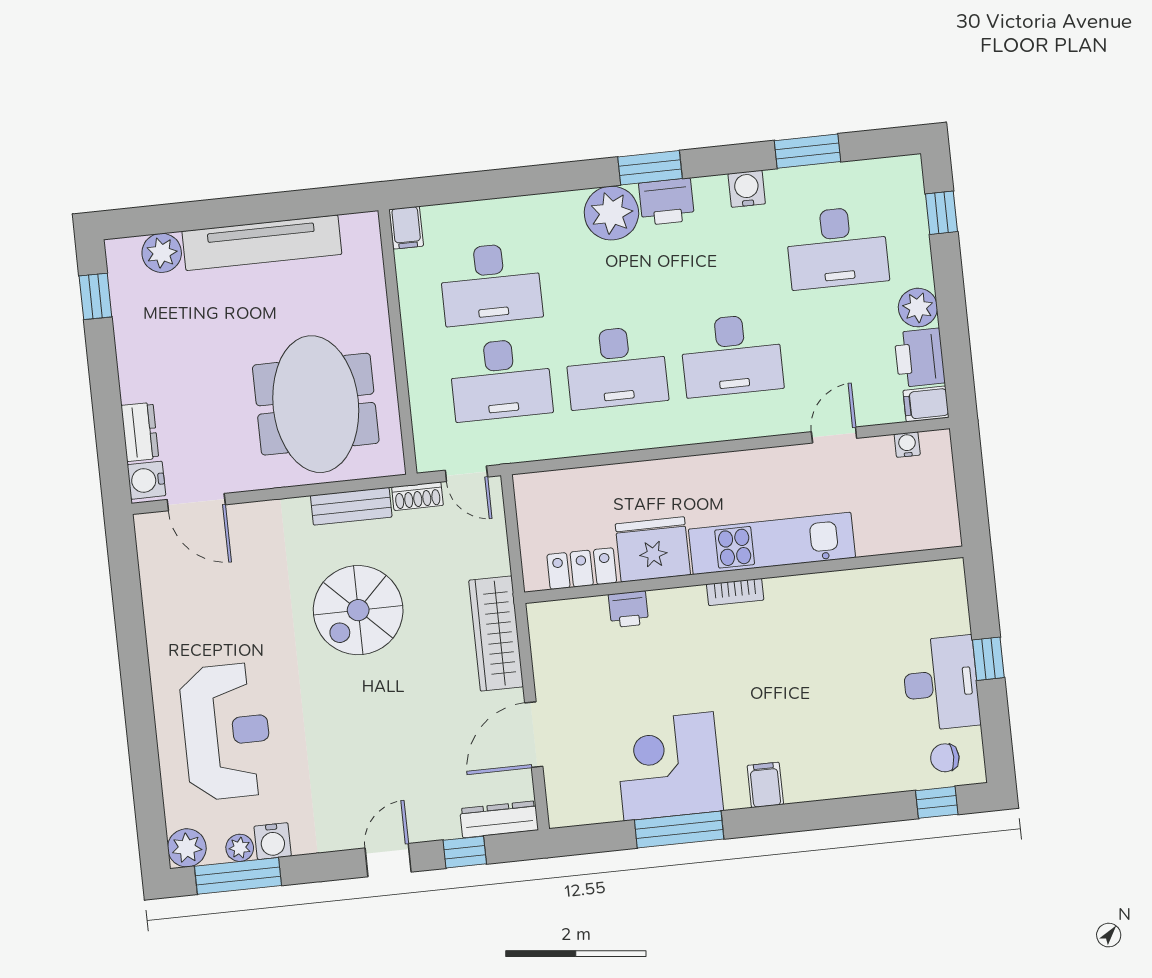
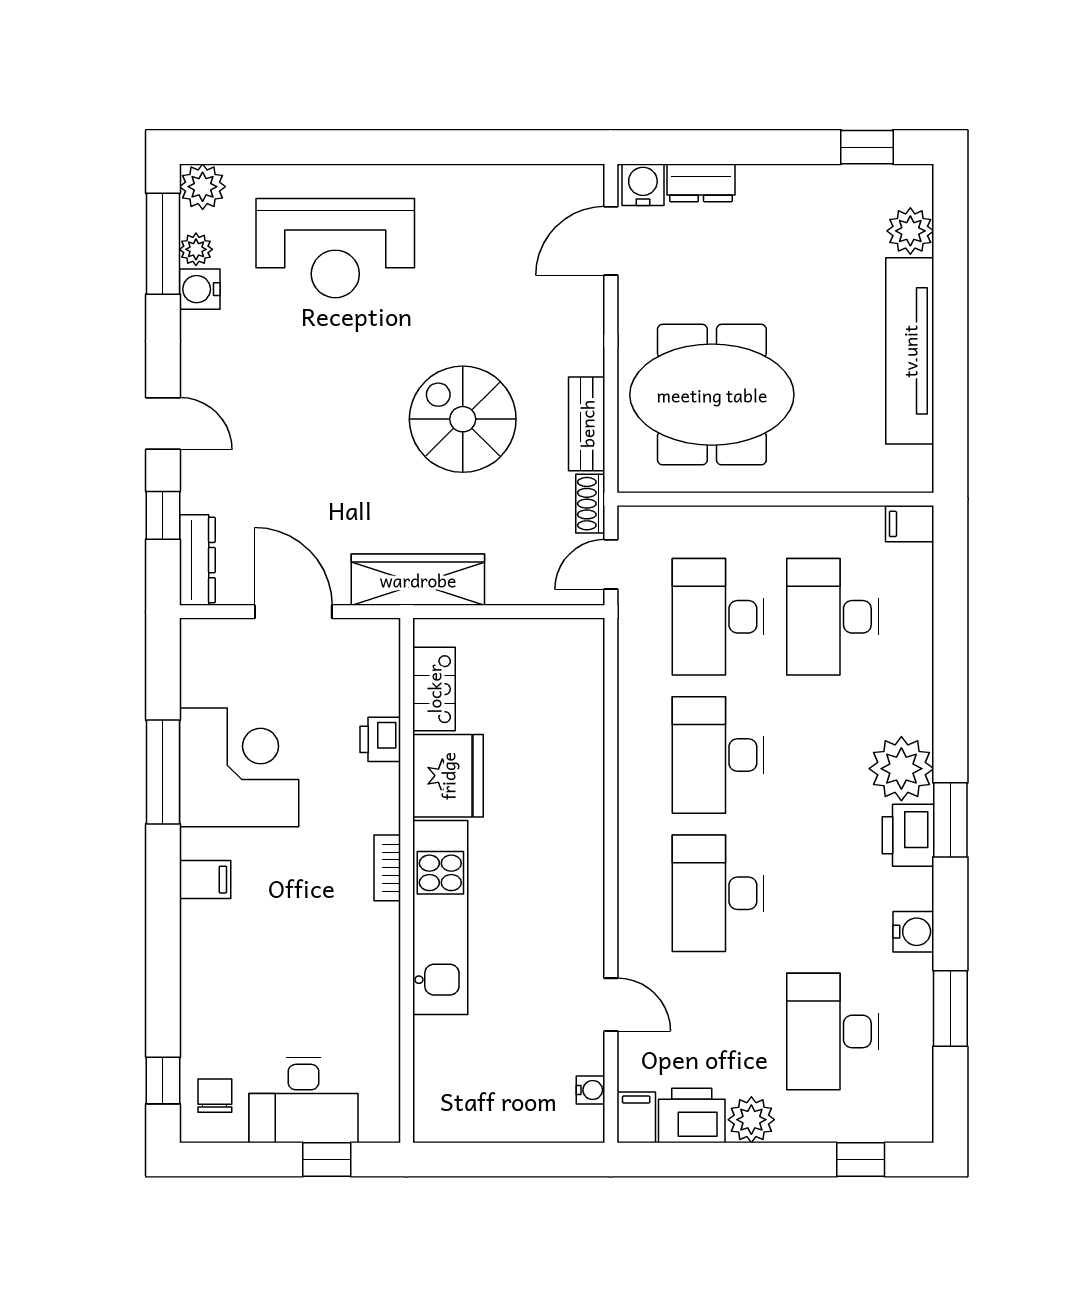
kitchen unit: (772, 543) -> (440, 918), moved
fridge: (653, 549) -> (448, 776), moved
locker: (582, 569) -> (434, 689), moved
wall: (744, 575) -> (407, 880), moved
bookcase: (735, 592) -> (387, 868), moved
printer: (628, 609) -> (380, 739), moved

